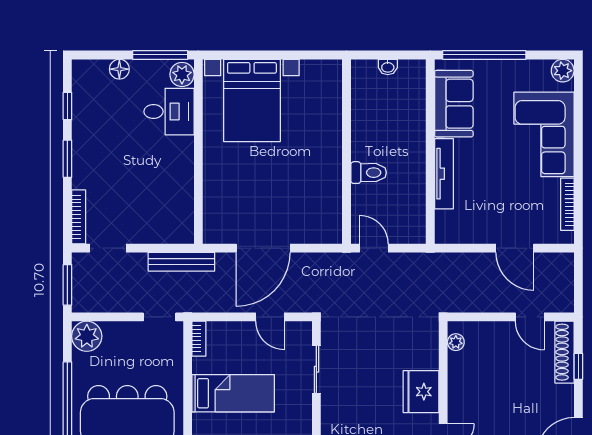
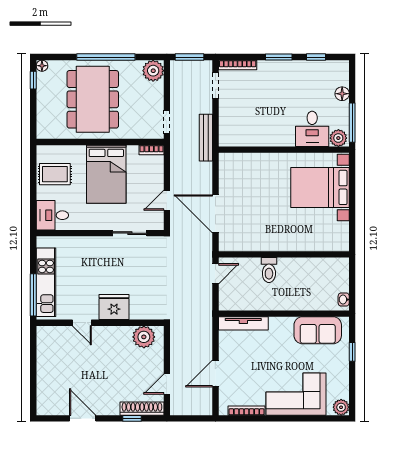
window: (484, 55) -> (352, 352), width x0.32
washbasin: (388, 67) -> (344, 300), moved
tv unit: (444, 174) -> (243, 323), moved
door: (263, 248) -> (215, 214), moved
plant: (456, 342) -> (144, 337), width x1.88, depth x1.88
bed: (233, 393) -> (106, 174), width x1.50

